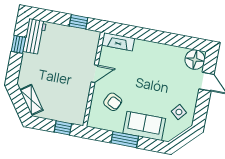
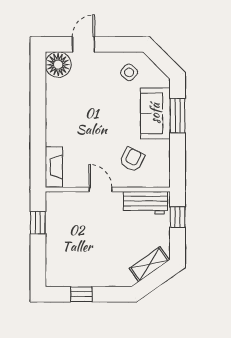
workbench: (35, 36) -> (146, 203), moved, turned 180
window: (125, 140) -> (178, 116), moved

